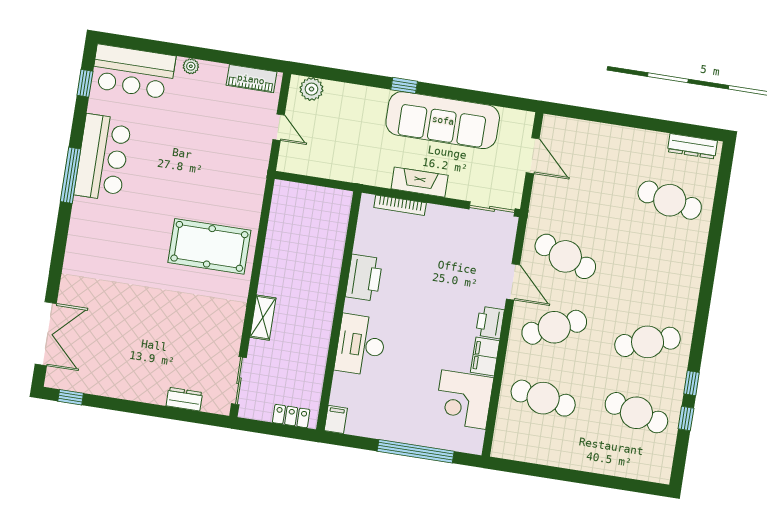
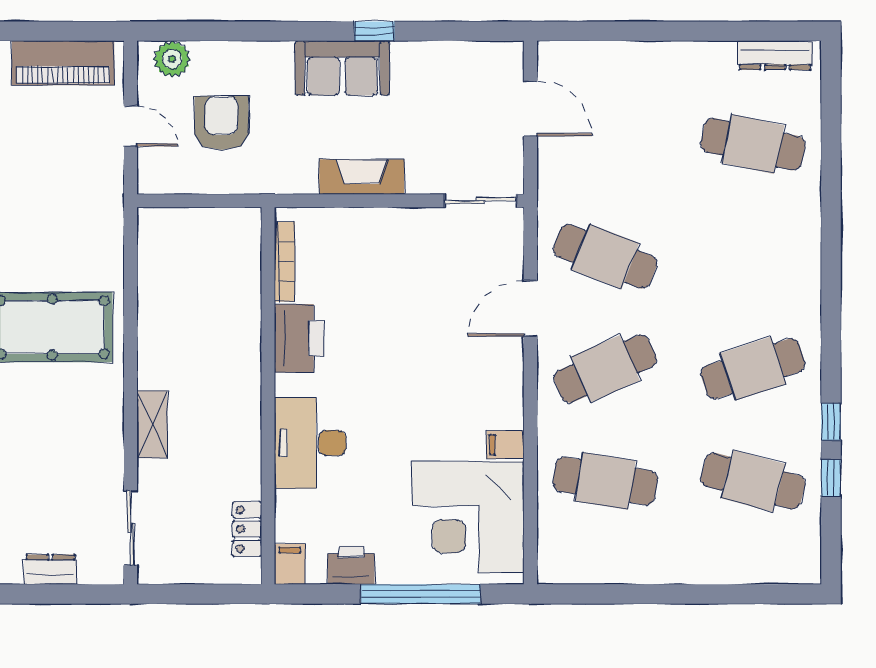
piano: (251, 79) -> (63, 63), width x1.37, depth x1.33
window: (404, 85) -> (374, 31), moved
sofa: (443, 120) -> (342, 68), width x0.54, depth x0.79
armchair: (336, 134) -> (222, 123), added
bookcase: (400, 205) -> (285, 262), moved, turned -90
door: (513, 282) -> (530, 309), swing flipped
printer: (490, 322) -> (351, 565), moved, turned 90
filing cabinet: (485, 357) -> (505, 445), width x0.50
corner desk: (464, 400) -> (468, 517), width x1.36, depth x1.36
locker: (291, 416) -> (247, 529), moved, turned -90

